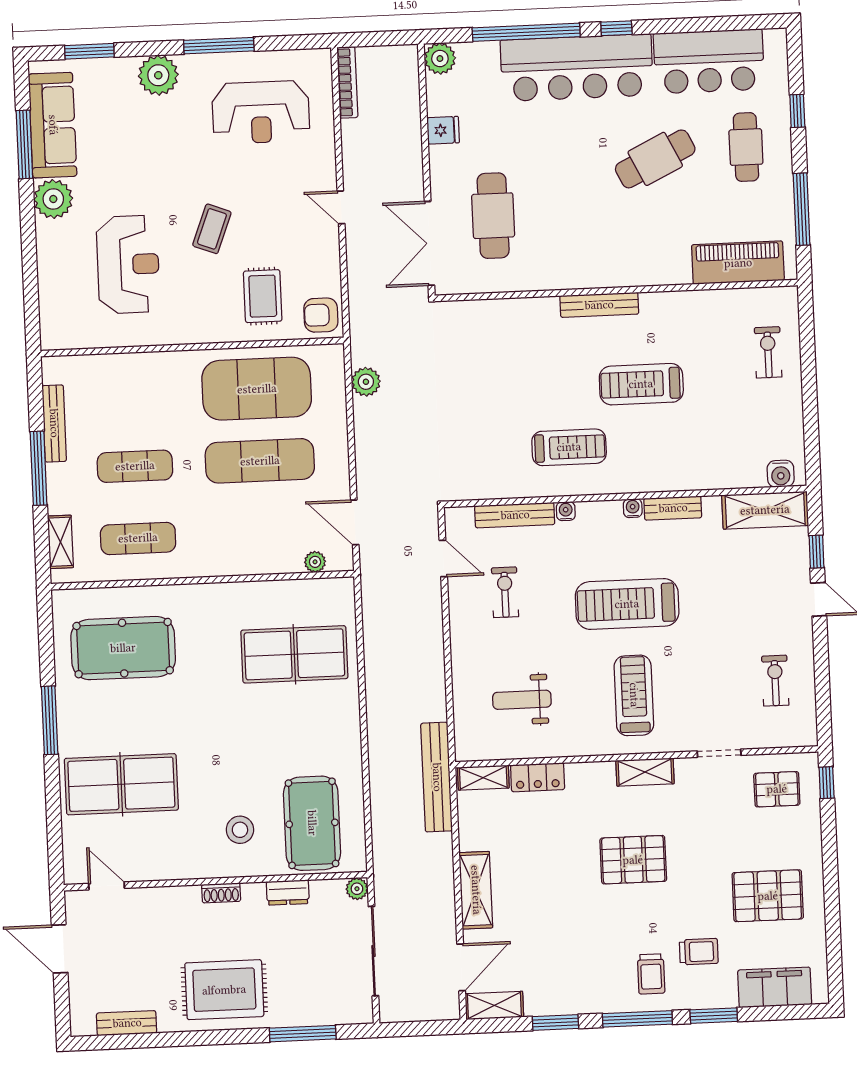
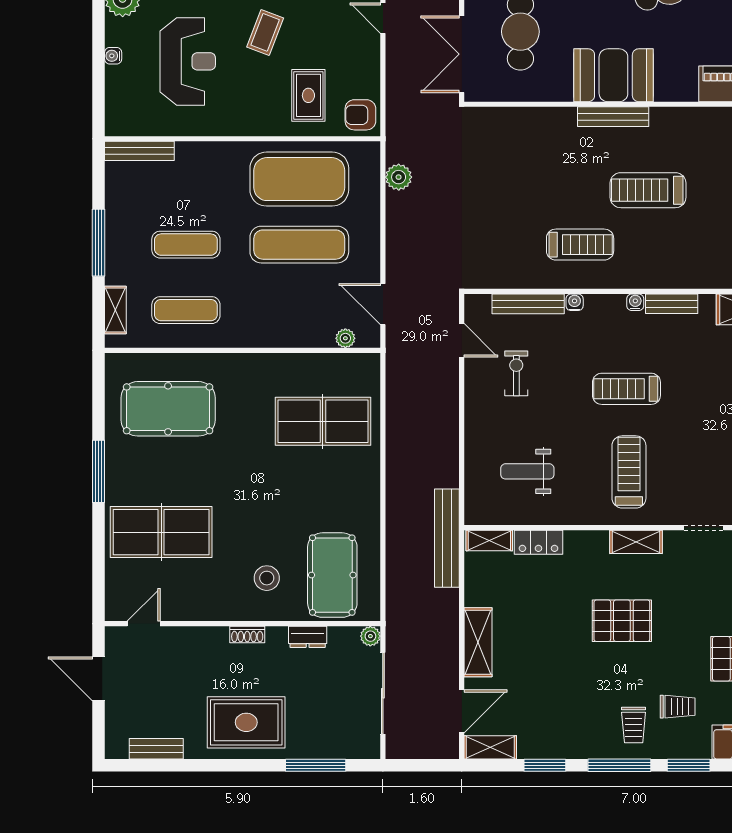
booth: (598, 259) -> (613, 75), added
water cooler: (46, 262) -> (113, 56), added
bench: (54, 423) -> (139, 151), moved, turned 90
treadmill: (627, 604) -> (626, 389), width x0.73, depth x0.73
door: (107, 886) -> (144, 624), hinge flipped

